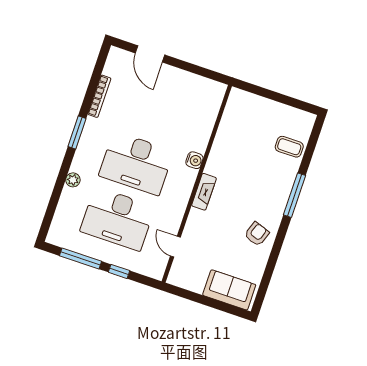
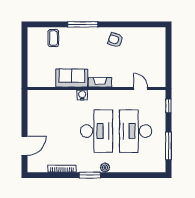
plant: (73, 180) -> (105, 168), moved
desk: (117, 219) -> (136, 131), turned 180
door: (175, 247) -> (141, 89), swing flipped
window: (119, 271) -> (168, 106), moved
sofa: (229, 290) -> (72, 78), moved, turned 90

